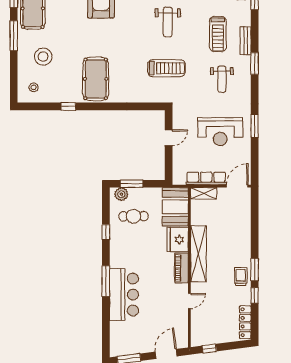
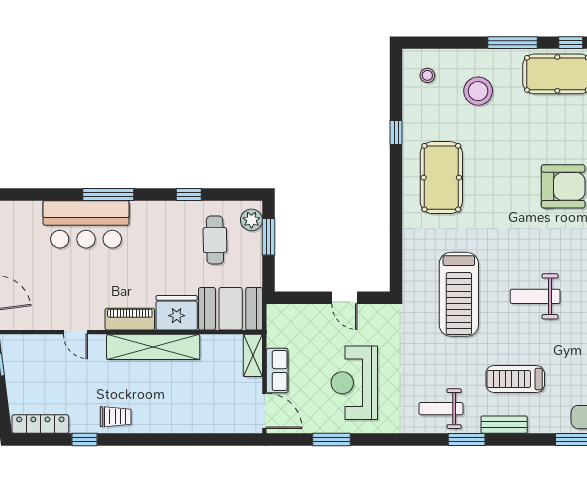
treadmill: (166, 68) -> (459, 294), width x1.37, depth x1.38
pool table: (96, 79) -> (441, 178), turned 90
weight bench: (222, 79) -> (441, 409), moved
window: (255, 126) -> (332, 439), moved
row of seats: (206, 179) -> (277, 371), width x0.68
window: (255, 270) -> (127, 439), removed

